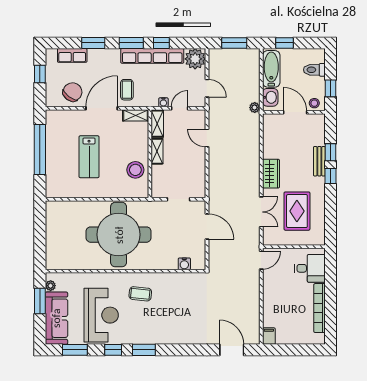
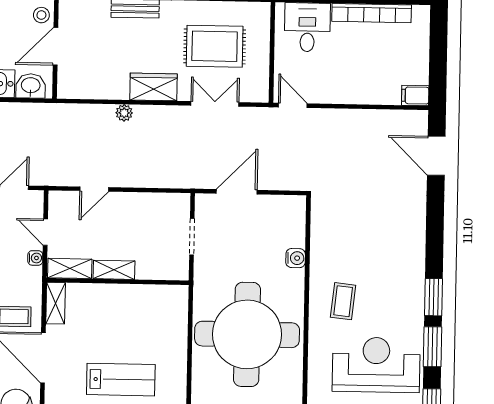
plant: (255, 108) -> (124, 113), moved
stool: (135, 170) -> (143, 305), removed
water cooler: (184, 264) -> (296, 258), moved
window: (113, 350) -> (433, 347), width x1.50
door: (232, 350) -> (436, 156), hinge flipped

